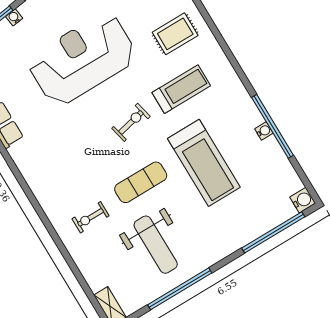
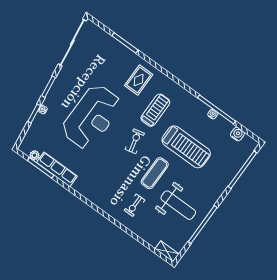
reception desk: (82, 59) -> (92, 117), turned 180
water cooler: (303, 200) -> (237, 134), moved

